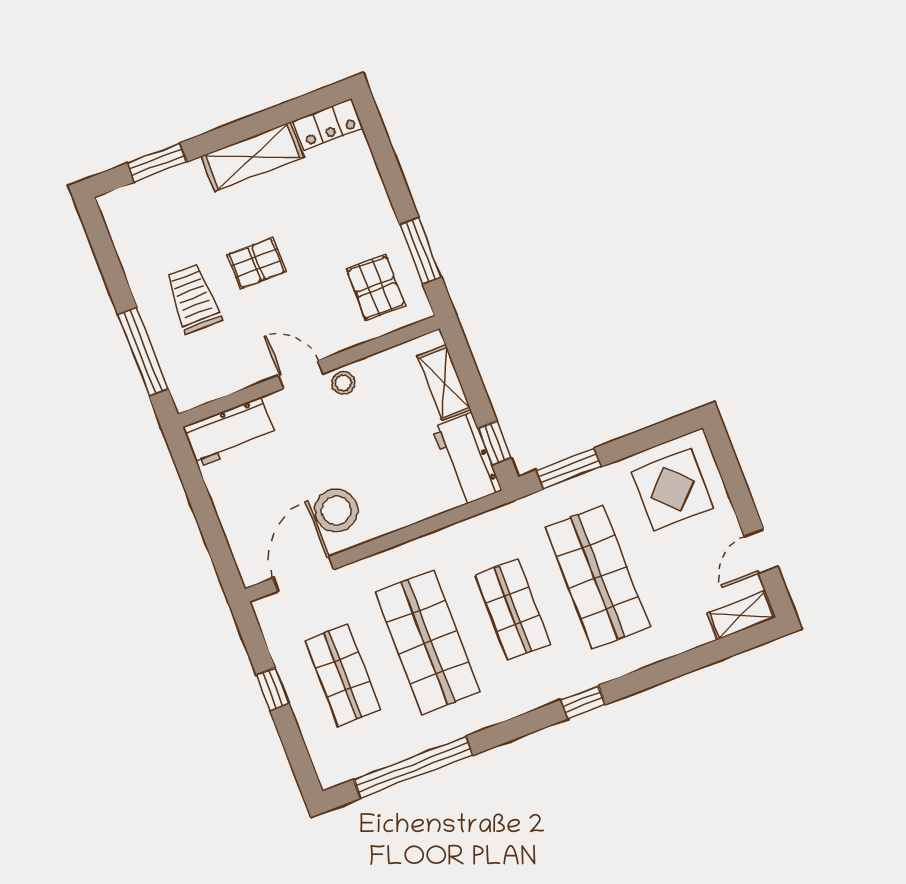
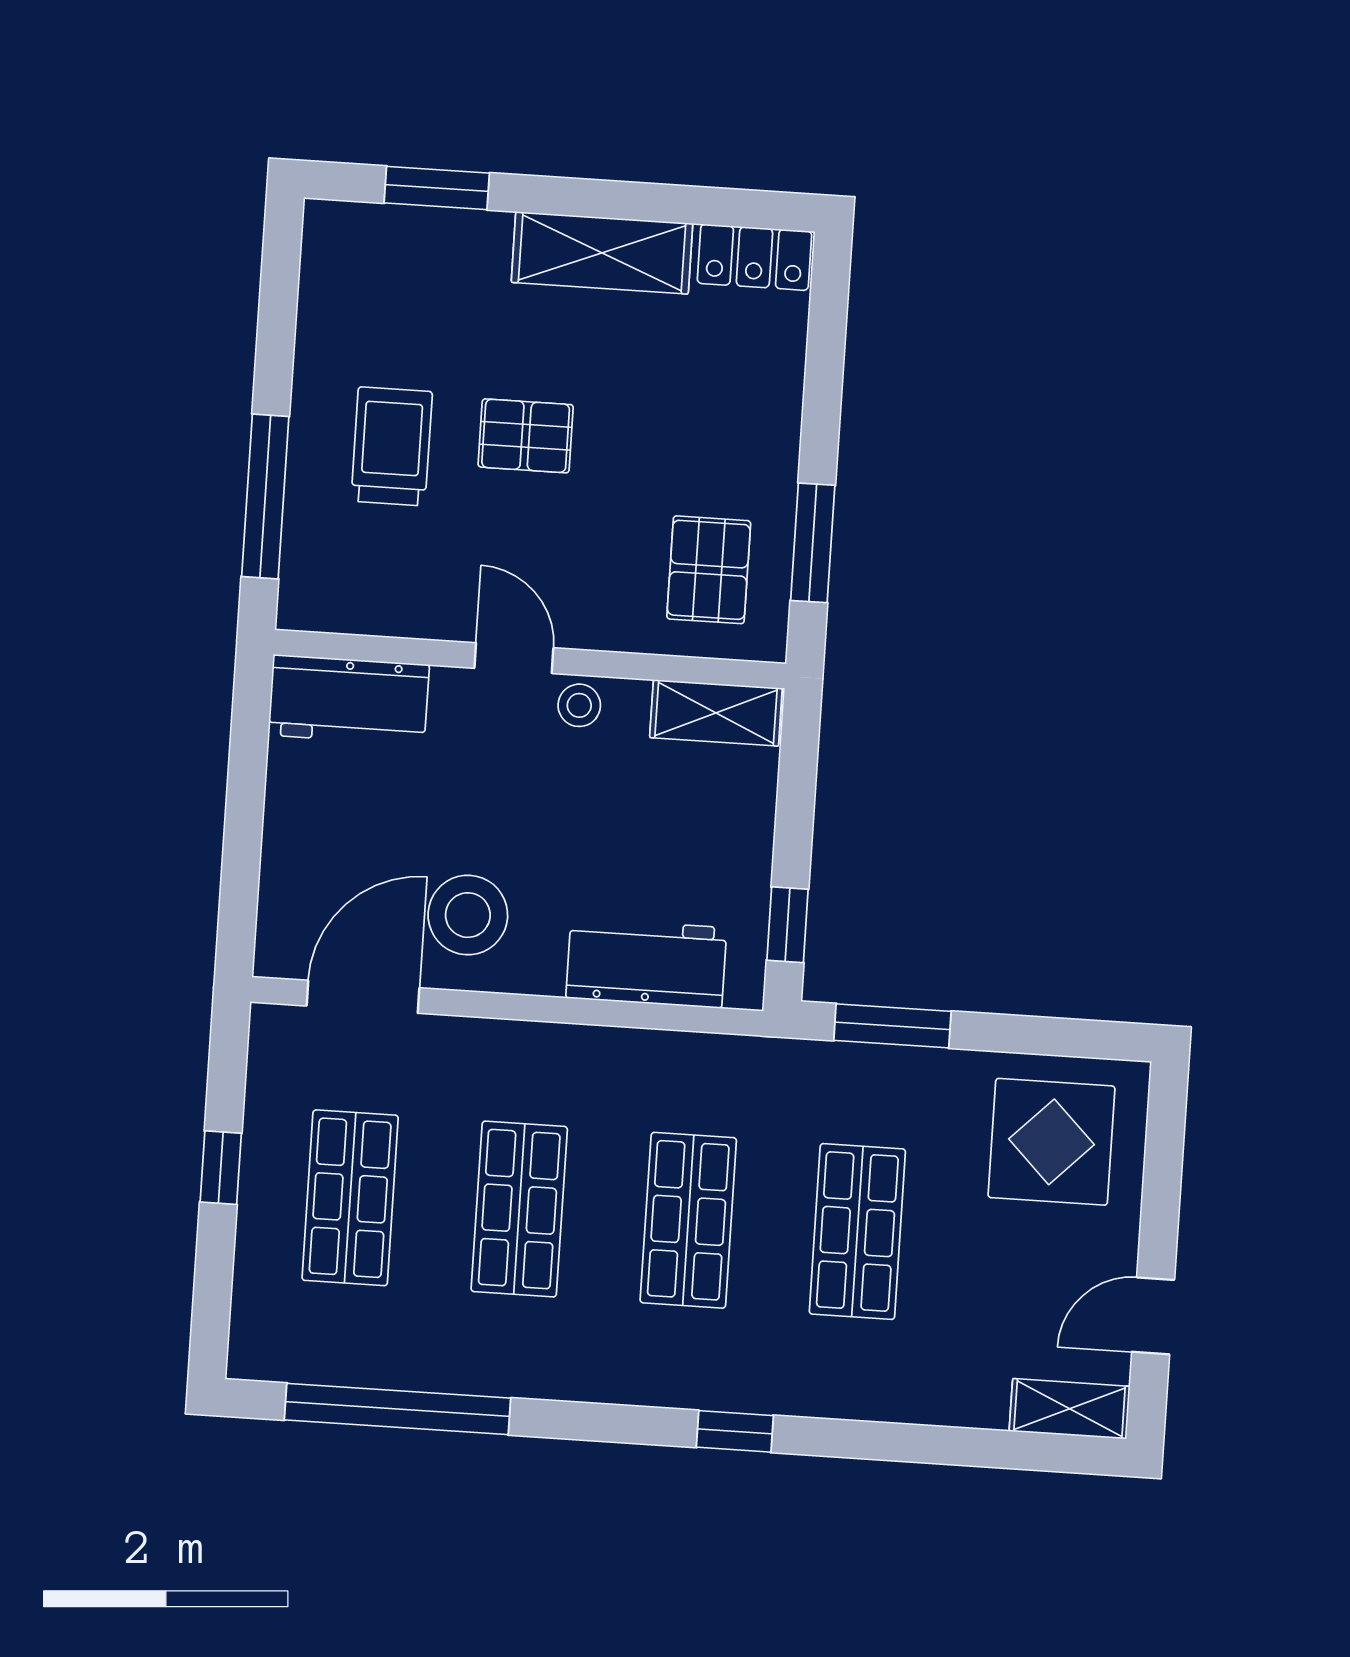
shelving: (444, 383) -> (716, 713), moved, turned 90
workbench: (467, 459) -> (646, 963), moved, turned 90
shop shelf: (598, 577) -> (857, 1232), width x0.70, depth x0.74
shop shelf: (428, 642) -> (519, 1209), width x0.70, depth x0.74

